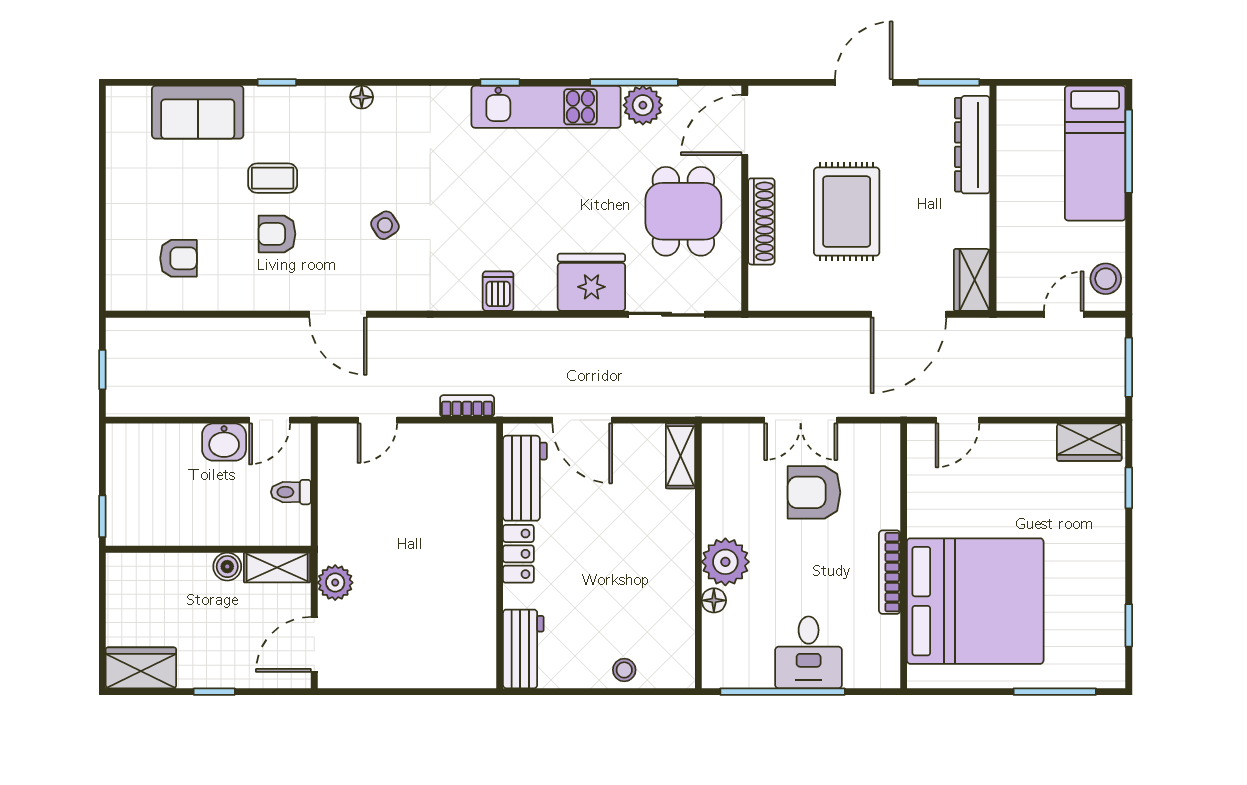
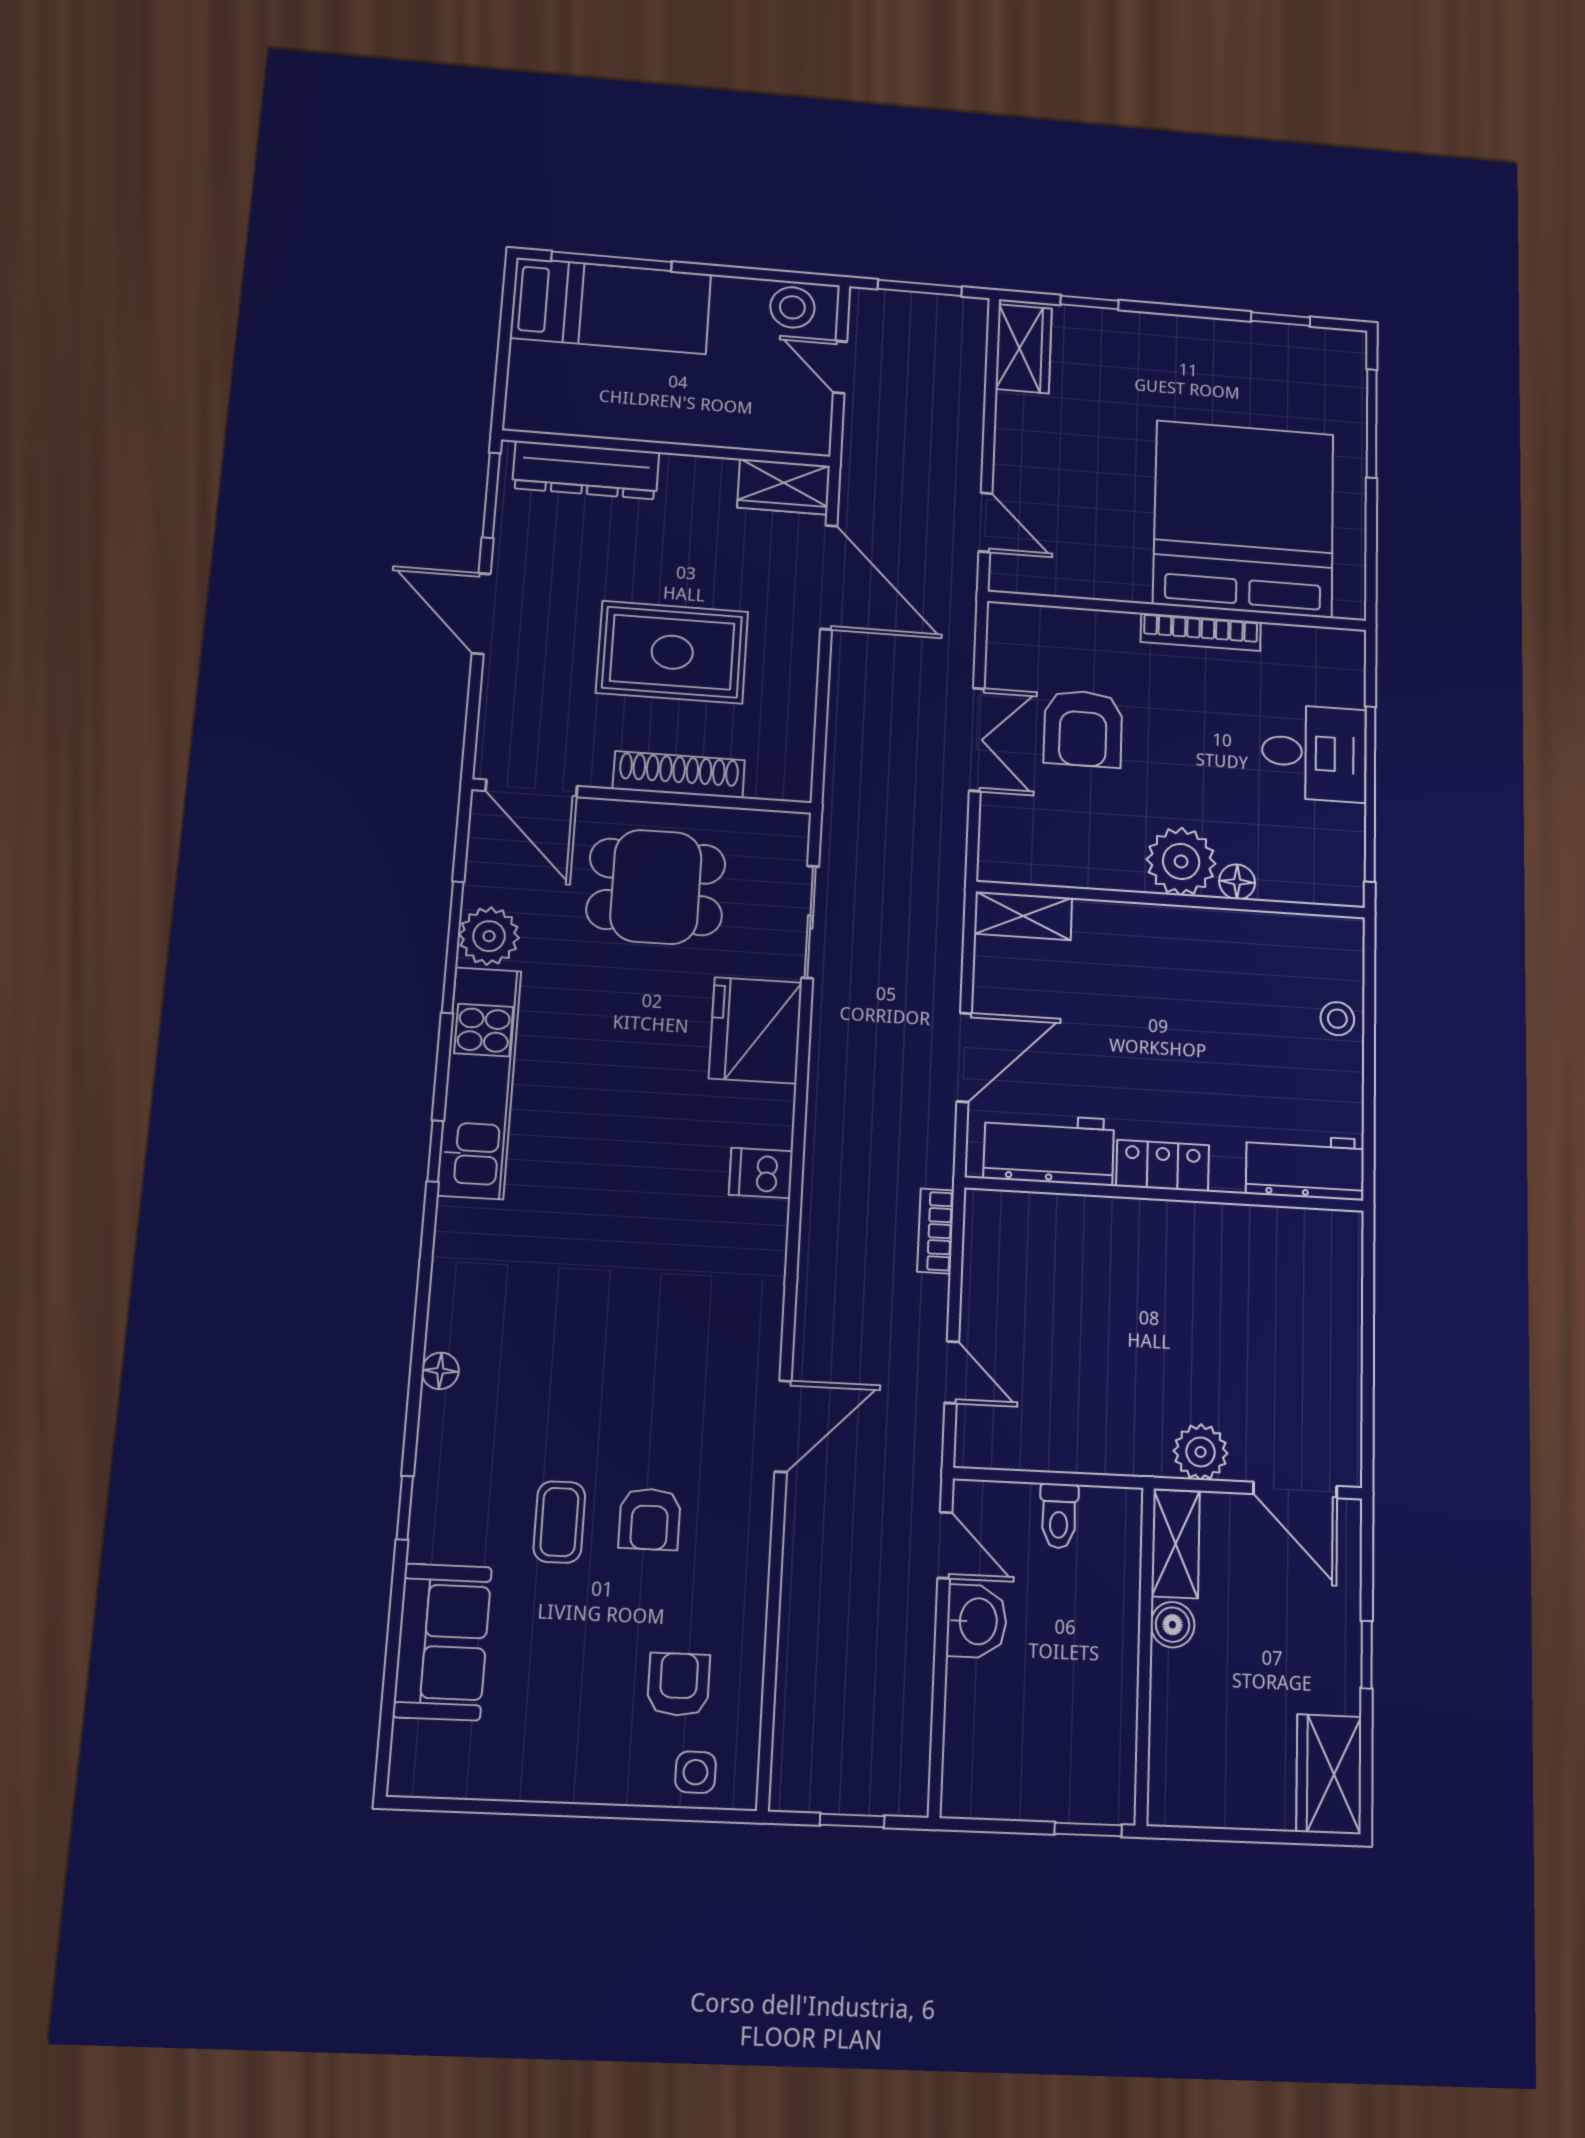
side table: (385, 225) -> (696, 1772), moved, turned 33

